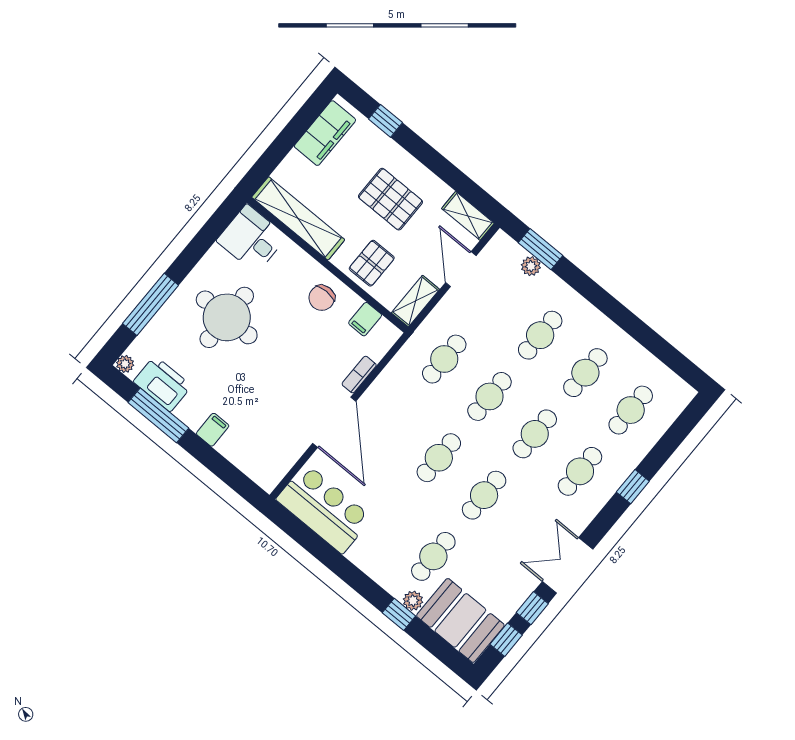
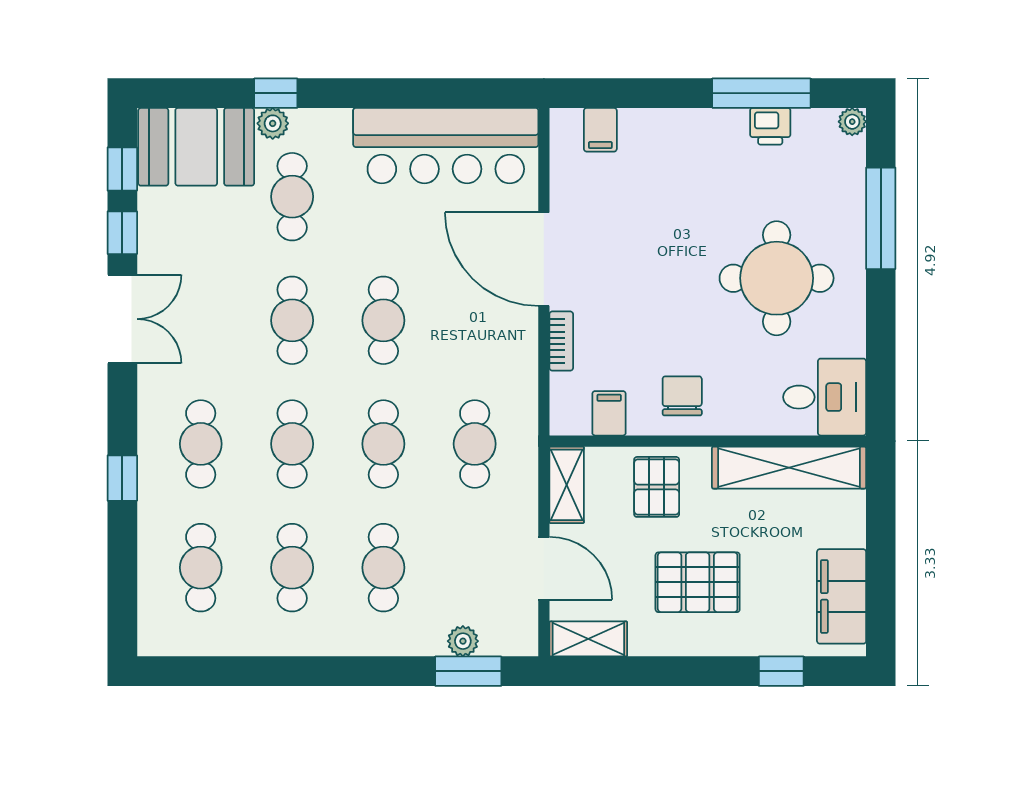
printer: (162, 384) -> (770, 126), width x0.53, depth x0.68
filing cabinet: (213, 430) -> (600, 130), moved
bar counter: (324, 509) -> (446, 146), width x1.36

